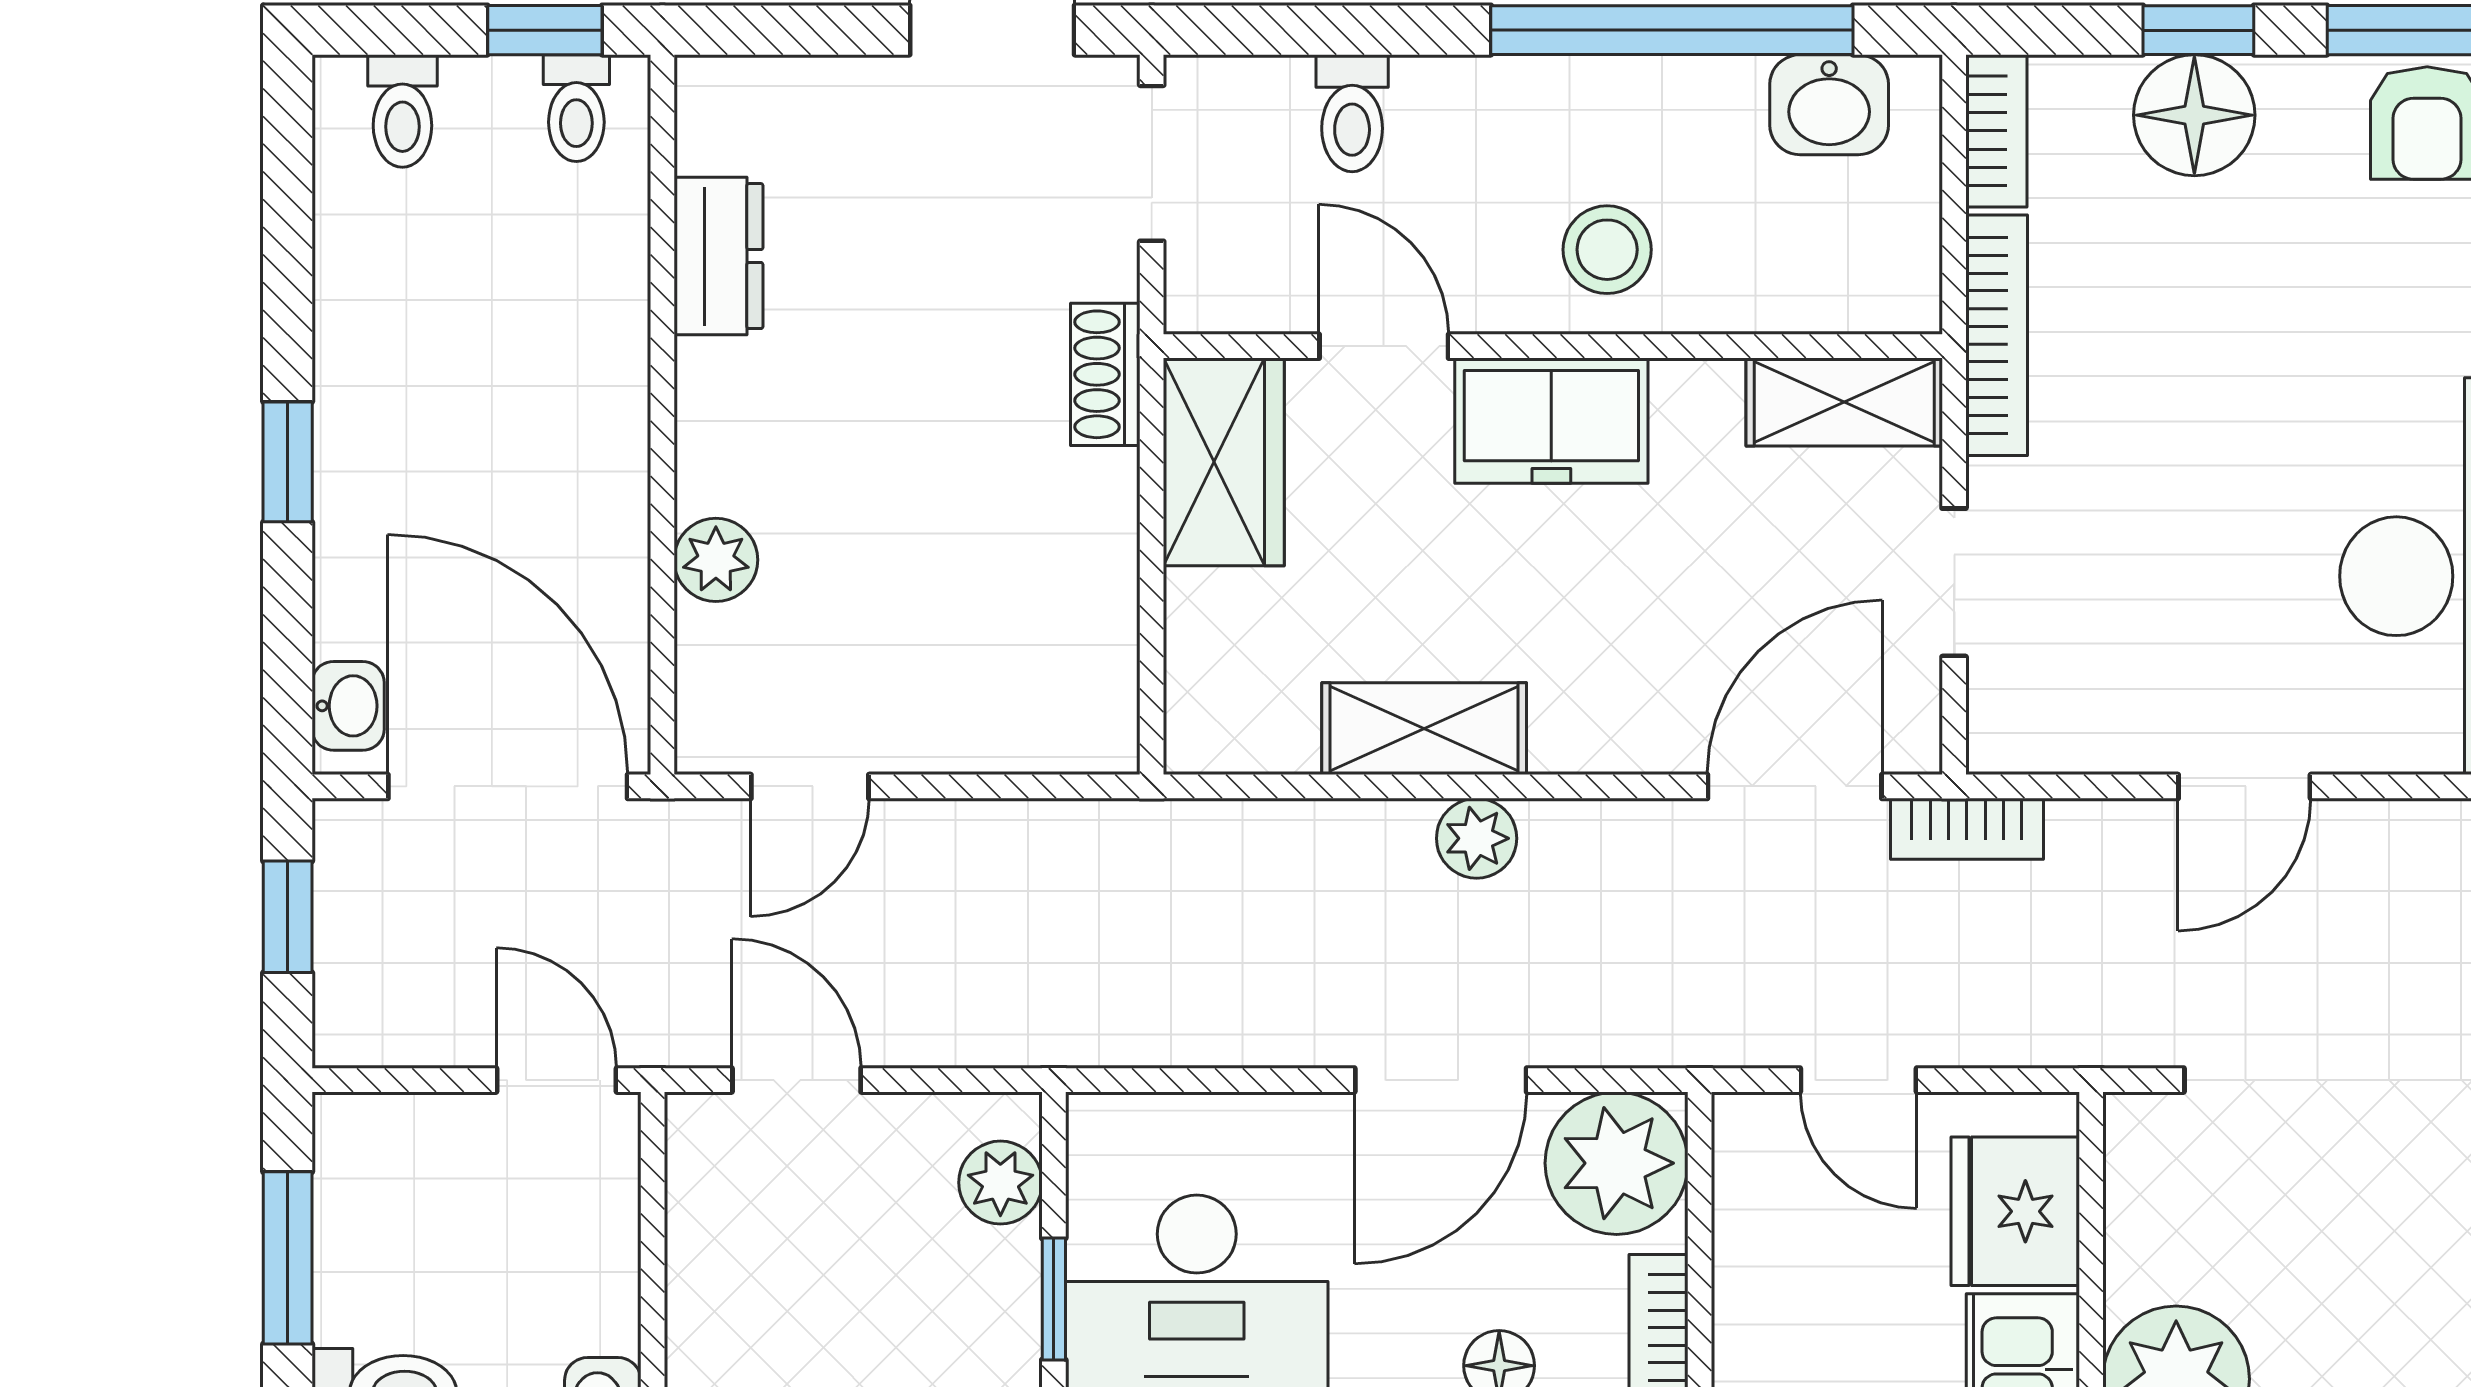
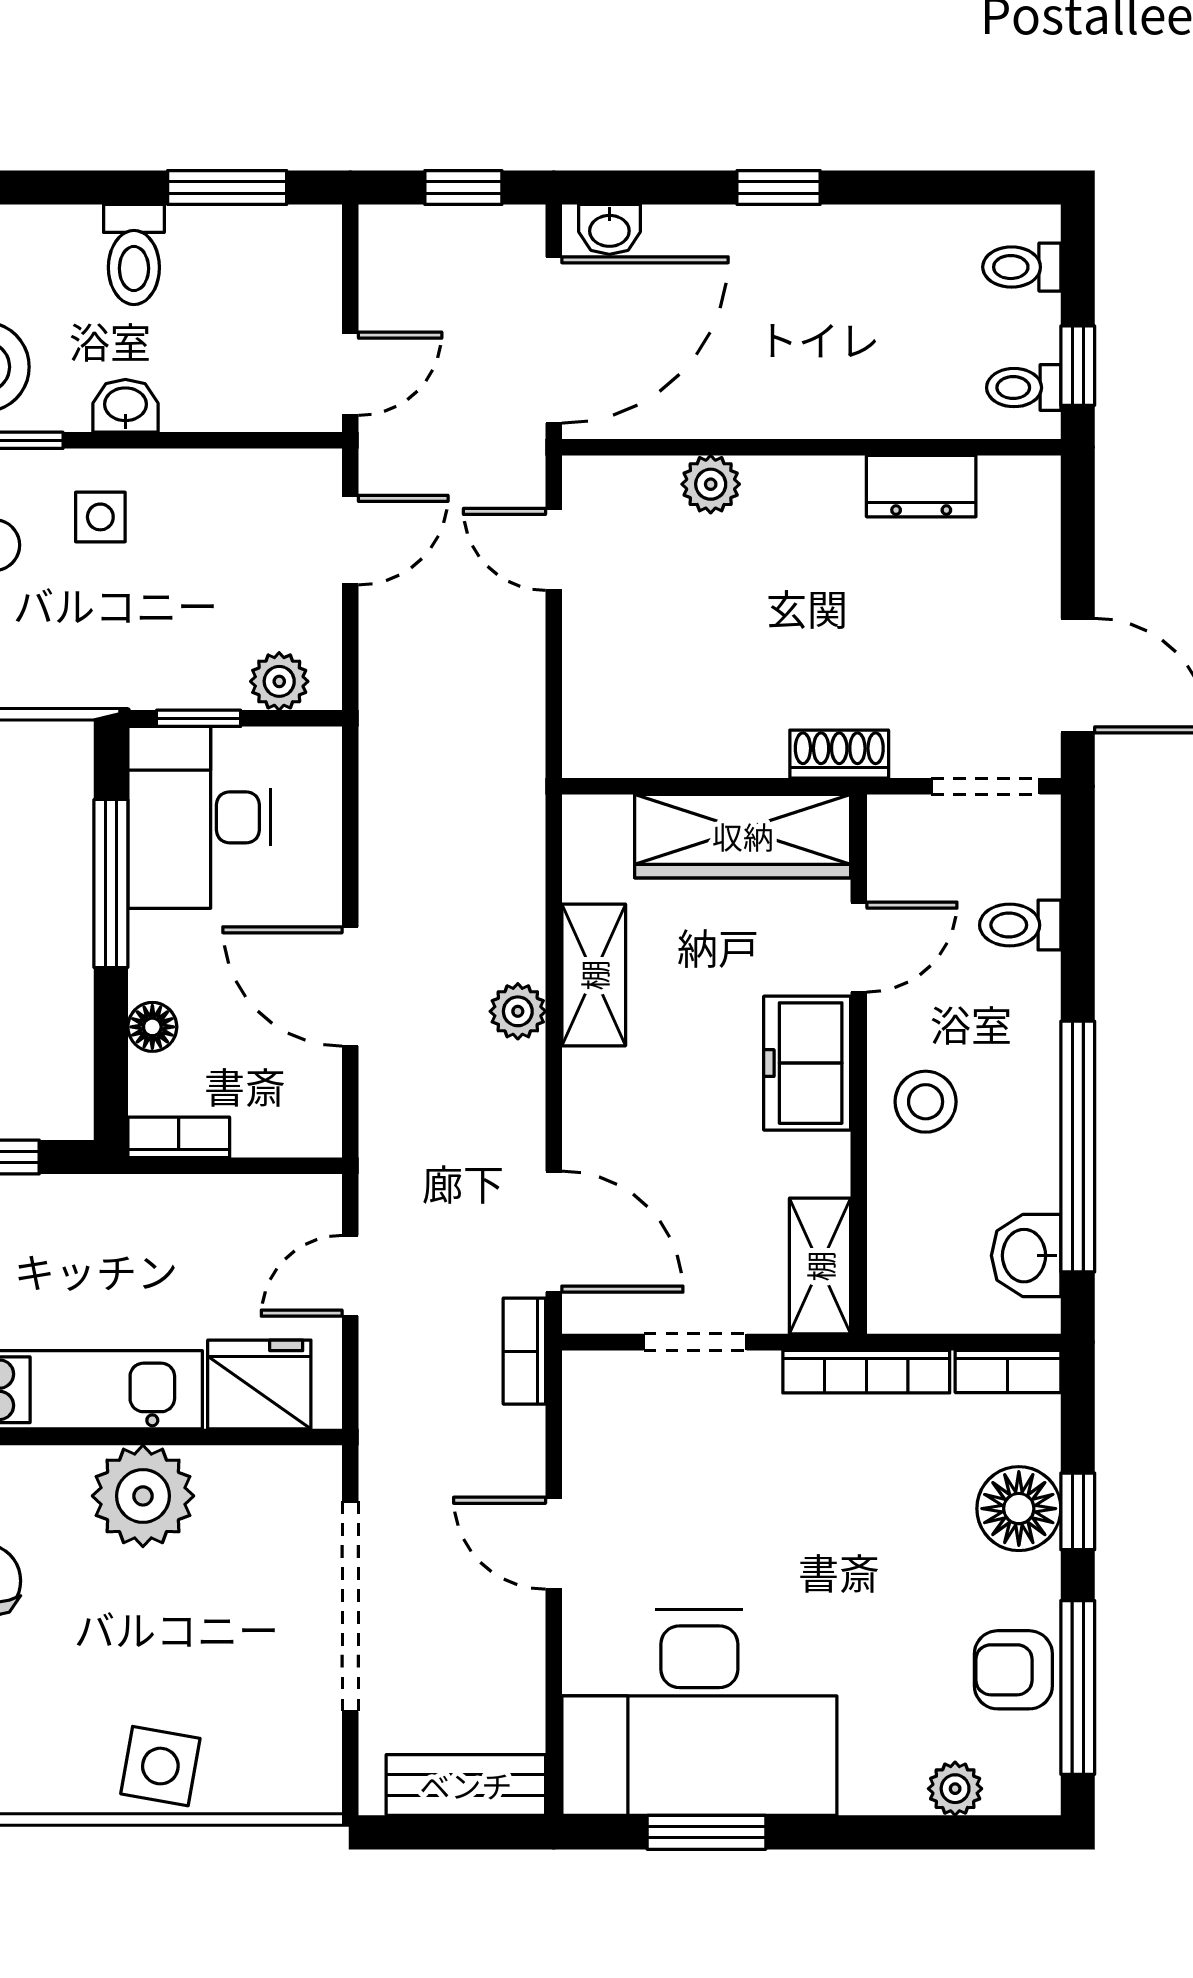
wardrobe: (1224, 462) -> (743, 836), width x1.50
plant: (1617, 1163) -> (293, 1108), removed

